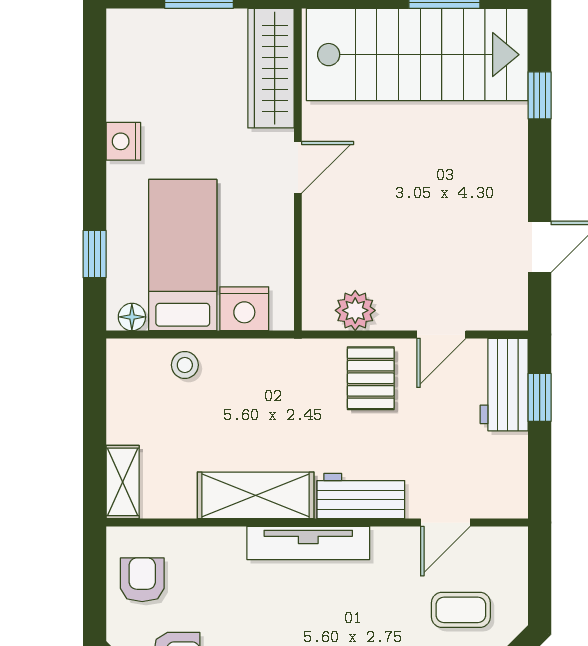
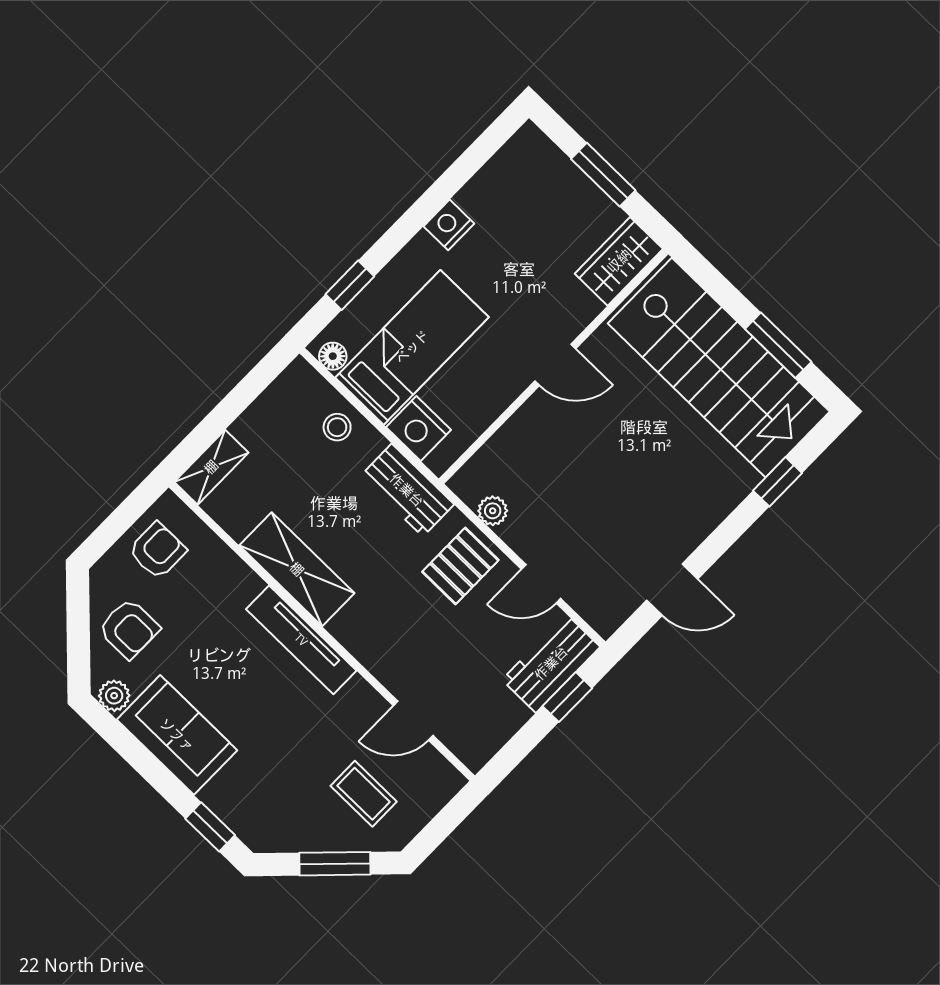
wardrobe: (271, 68) -> (619, 261), width x0.67
plant: (355, 310) -> (493, 511), width x0.73, depth x0.73
workbench: (361, 496) -> (407, 490), moved, turned 180

